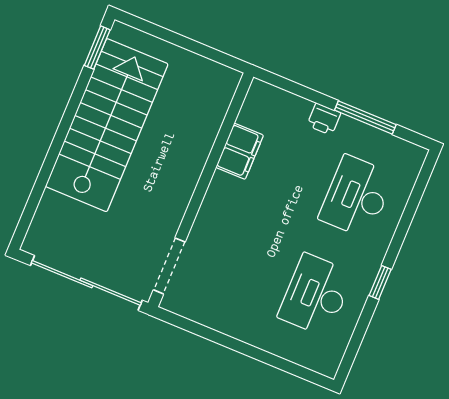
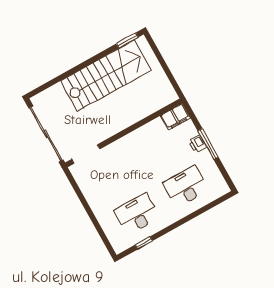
window: (365, 117) -> (208, 144), moved
filing cabinet: (240, 151) -> (175, 117), moved
window: (380, 282) -> (144, 243), moved

